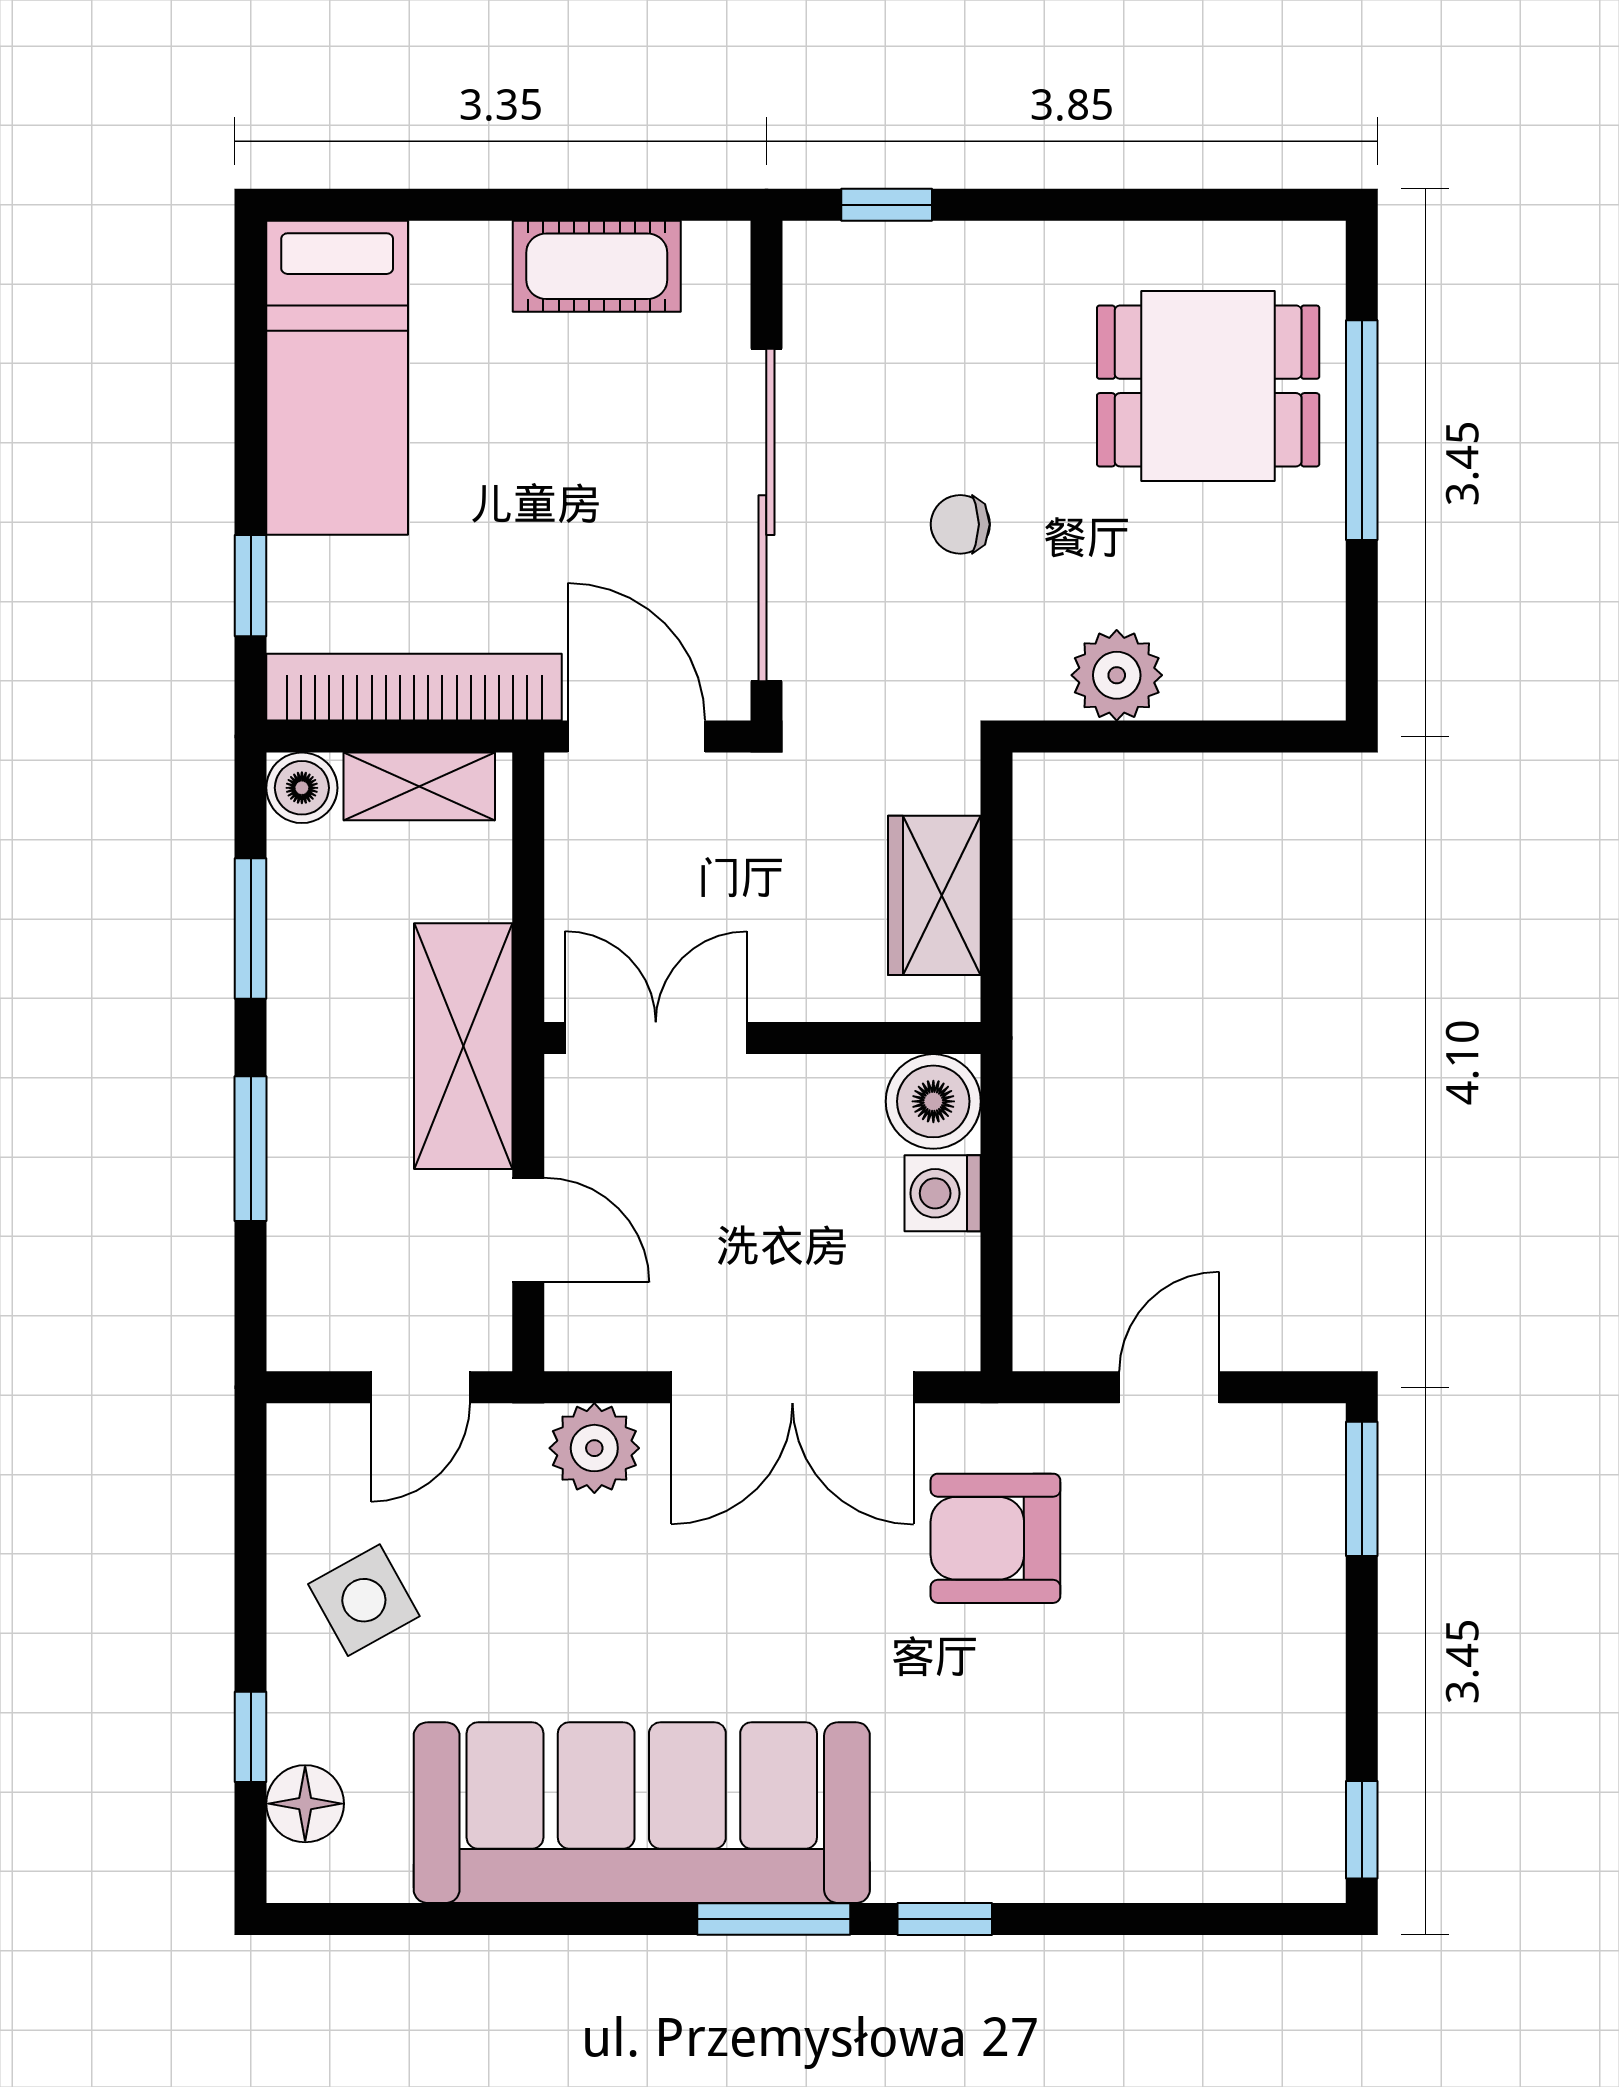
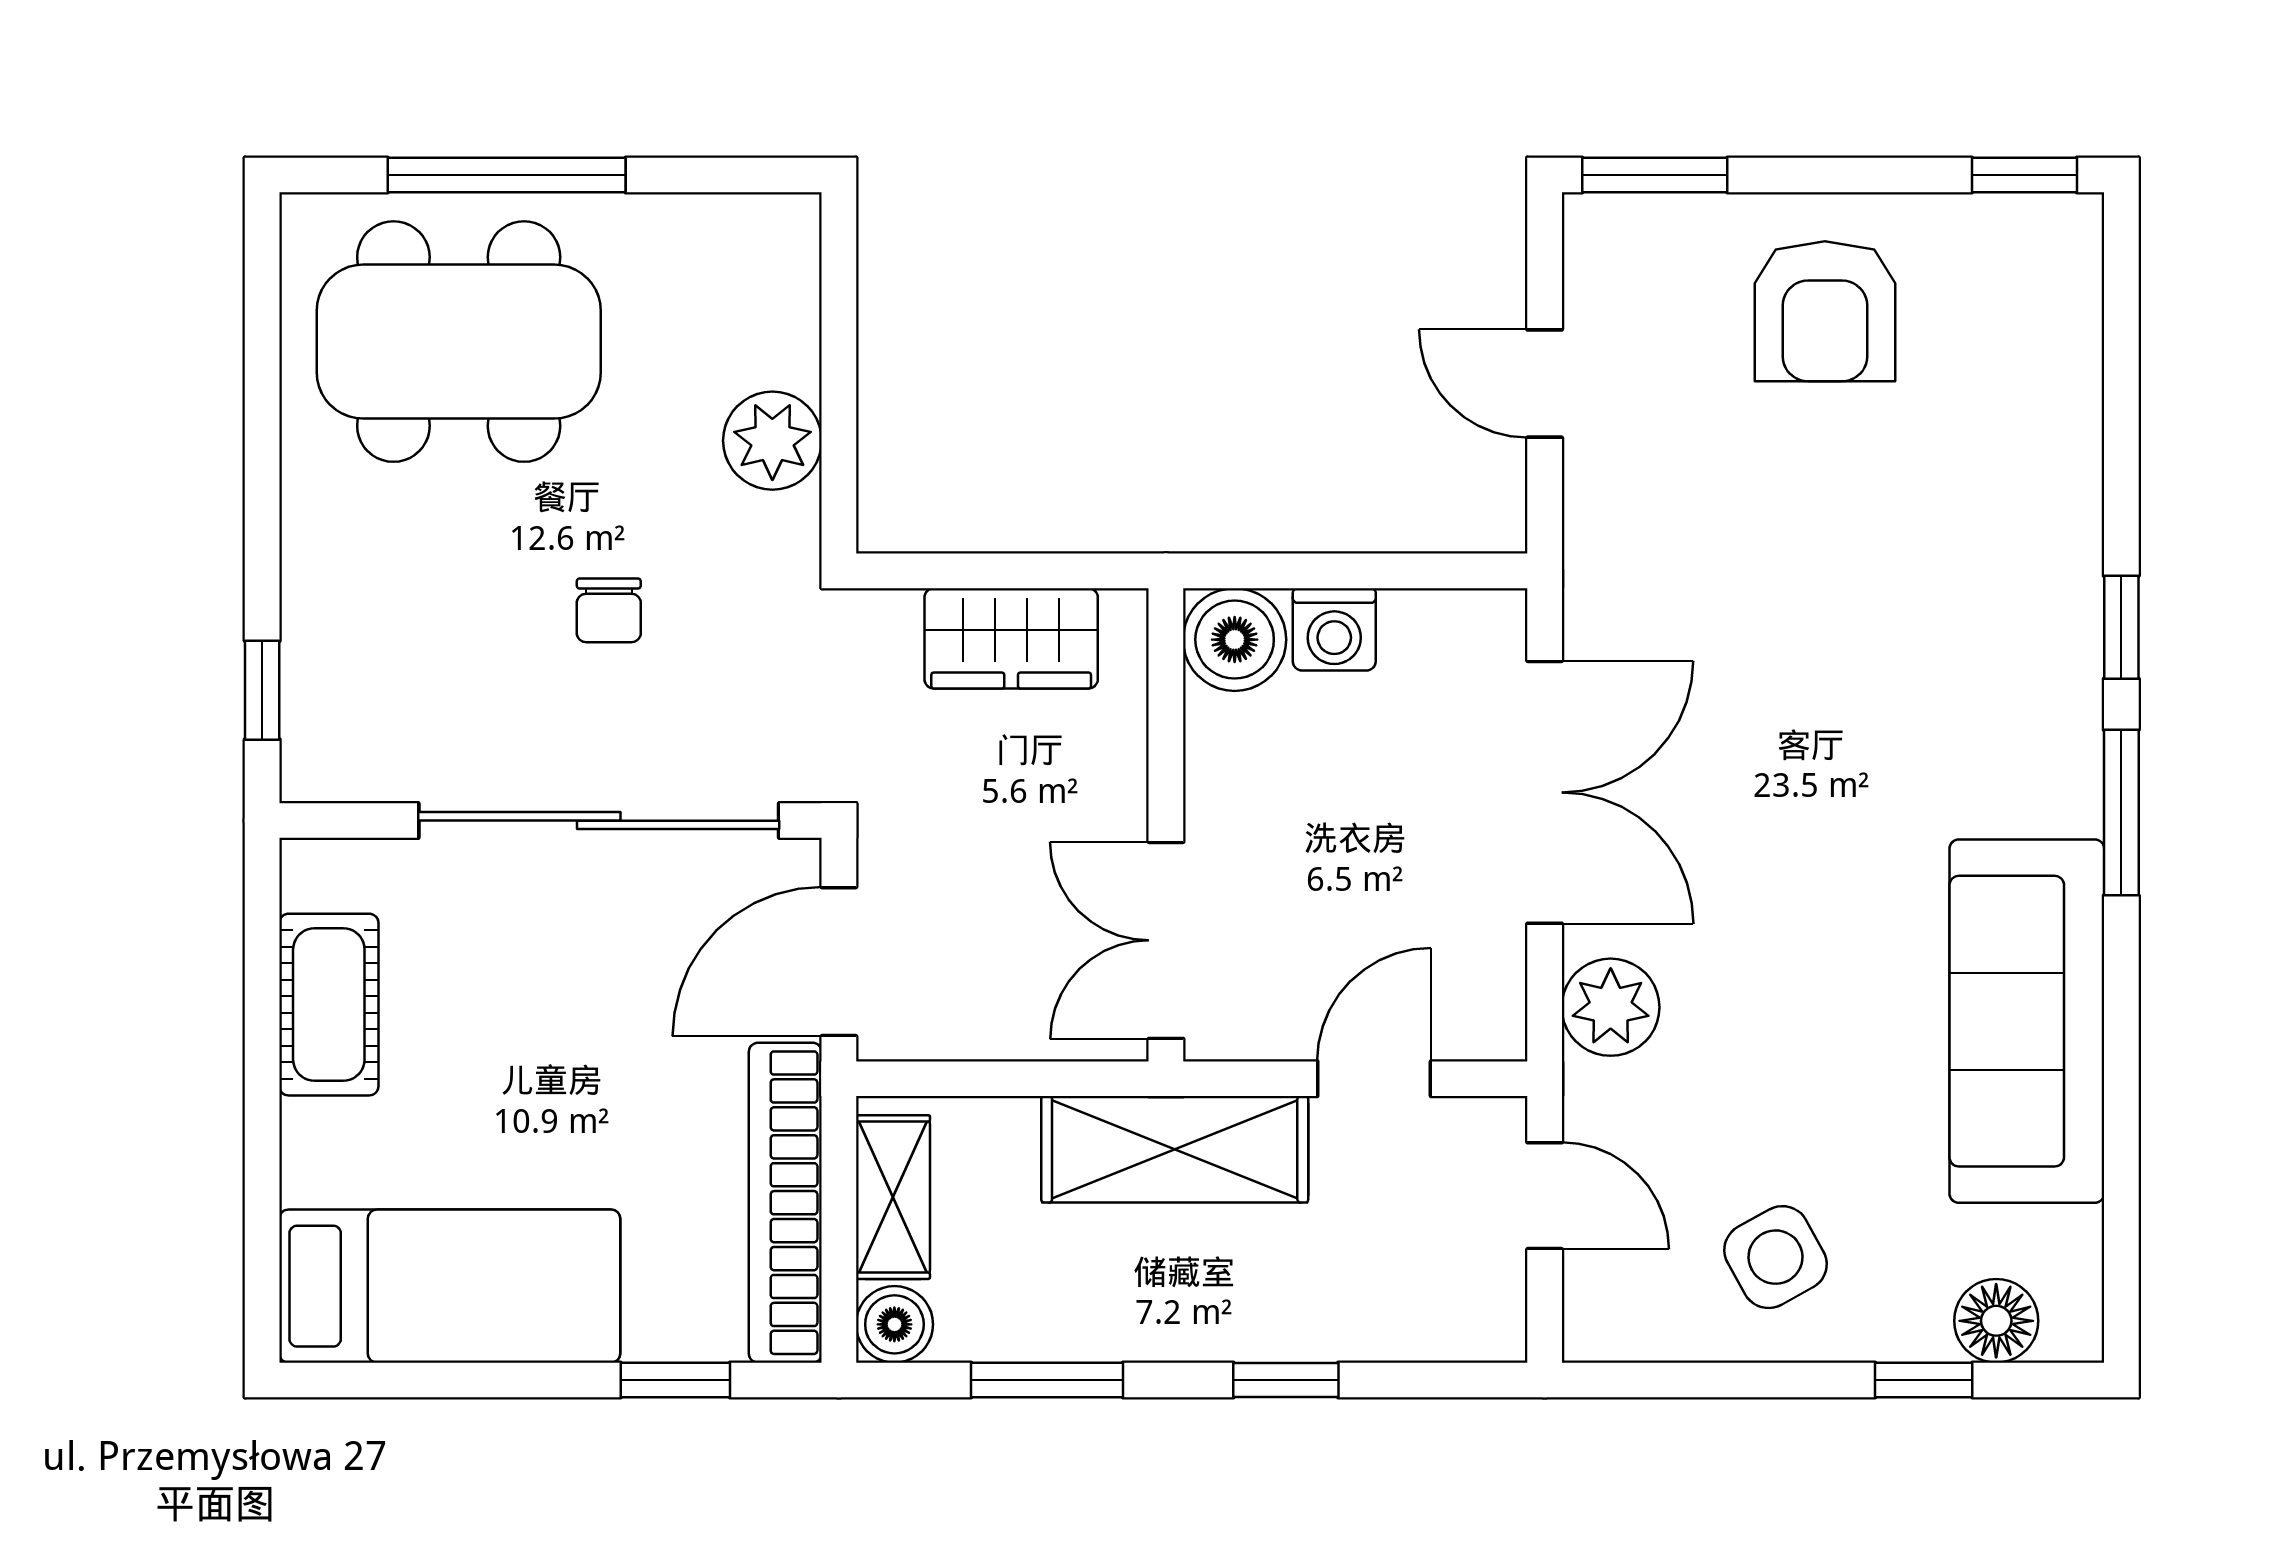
dining table: (1208, 386) -> (459, 342), width x1.38
window: (251, 1149) -> (1286, 1380), width x0.67
armchair: (995, 1538) -> (1825, 311), moved
sofa: (642, 1813) -> (2027, 1021), width x0.74, depth x0.79

